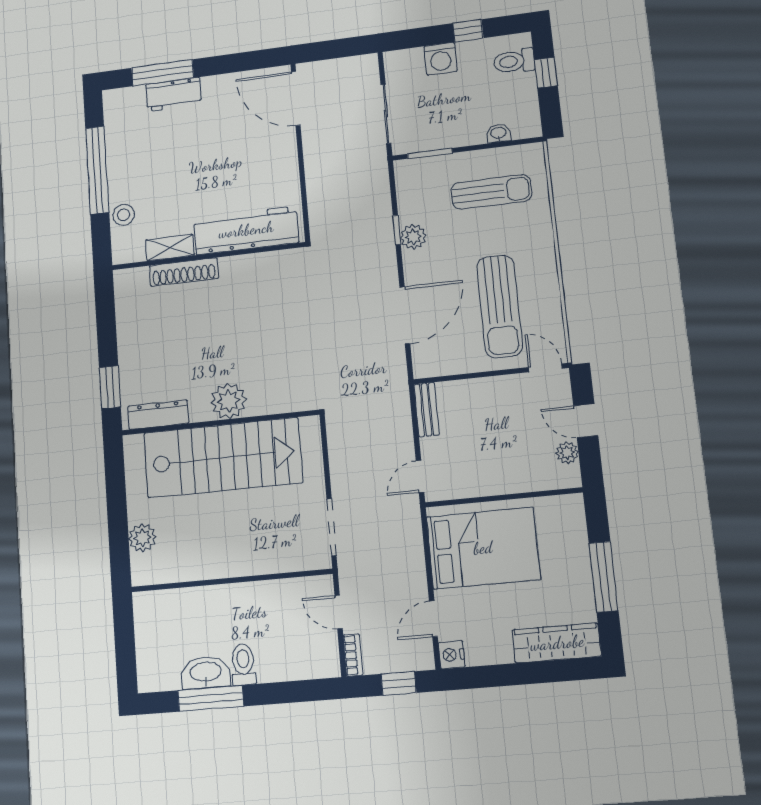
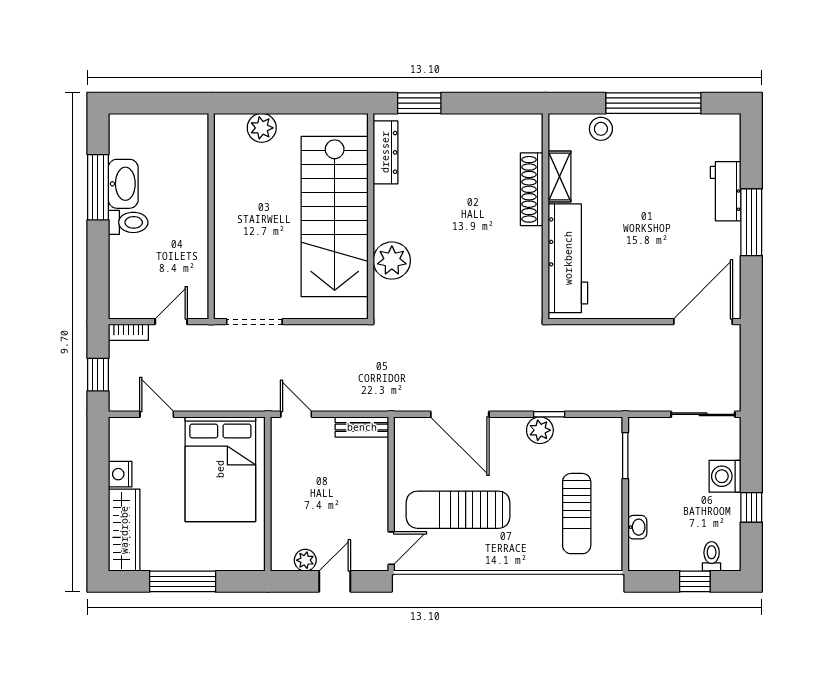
toilet: (514, 61) -> (712, 556), width x0.73, depth x0.72
window: (163, 73) -> (751, 222), moved
sliding door: (386, 114) -> (703, 414), moved
plant: (229, 401) -> (392, 261), moved
nightstand: (452, 655) -> (120, 474), moved, turned -90

